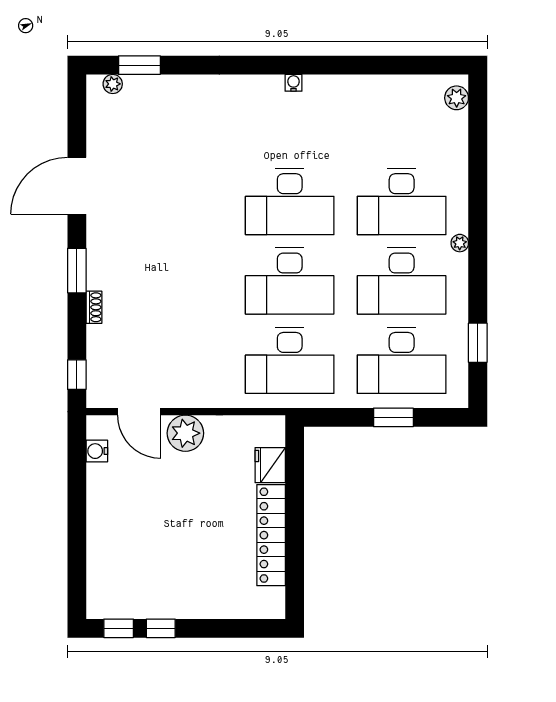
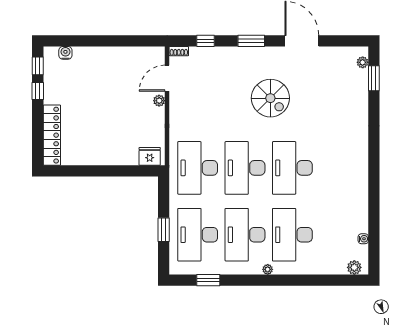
water cooler: (294, 83) -> (363, 239), moved
spiral stairs: (173, 238) -> (270, 98), added
shoe rack: (94, 307) -> (179, 51), moved
window: (77, 375) -> (206, 41), moved
plant: (185, 433) -> (159, 101), width x0.53, depth x0.53
water cooler: (97, 451) -> (65, 53), moved
fridge: (270, 465) -> (150, 156), moved
locker: (271, 535) -> (52, 135), moved, turned 90

